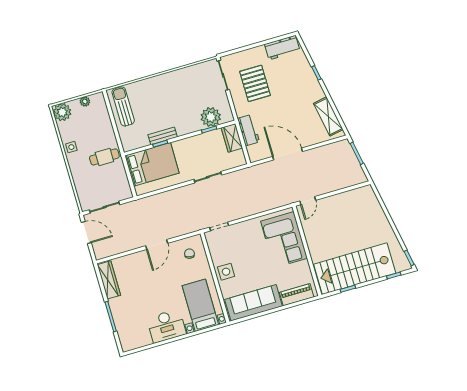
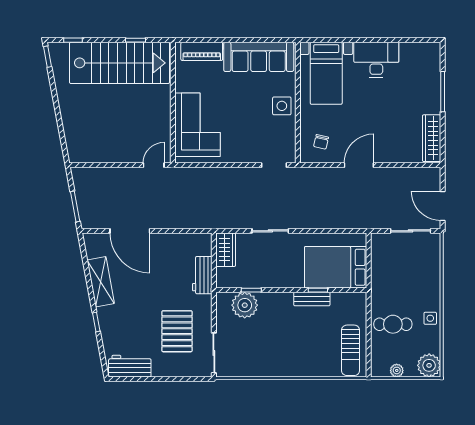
shelving: (328, 116) -> (101, 282), moved
wardrobe: (232, 138) -> (226, 250), moved
door: (288, 154) -> (130, 231), moved
cafe table: (104, 157) -> (393, 324), moved

